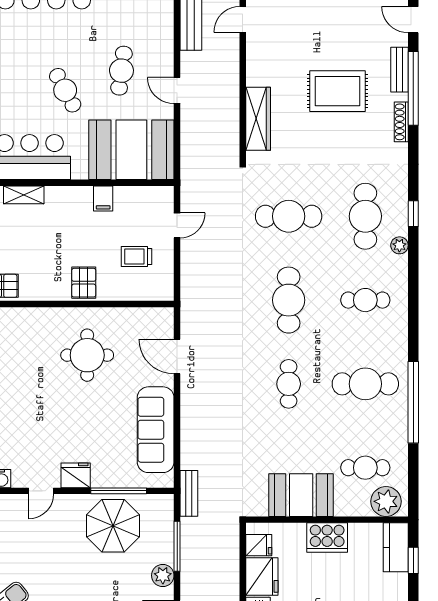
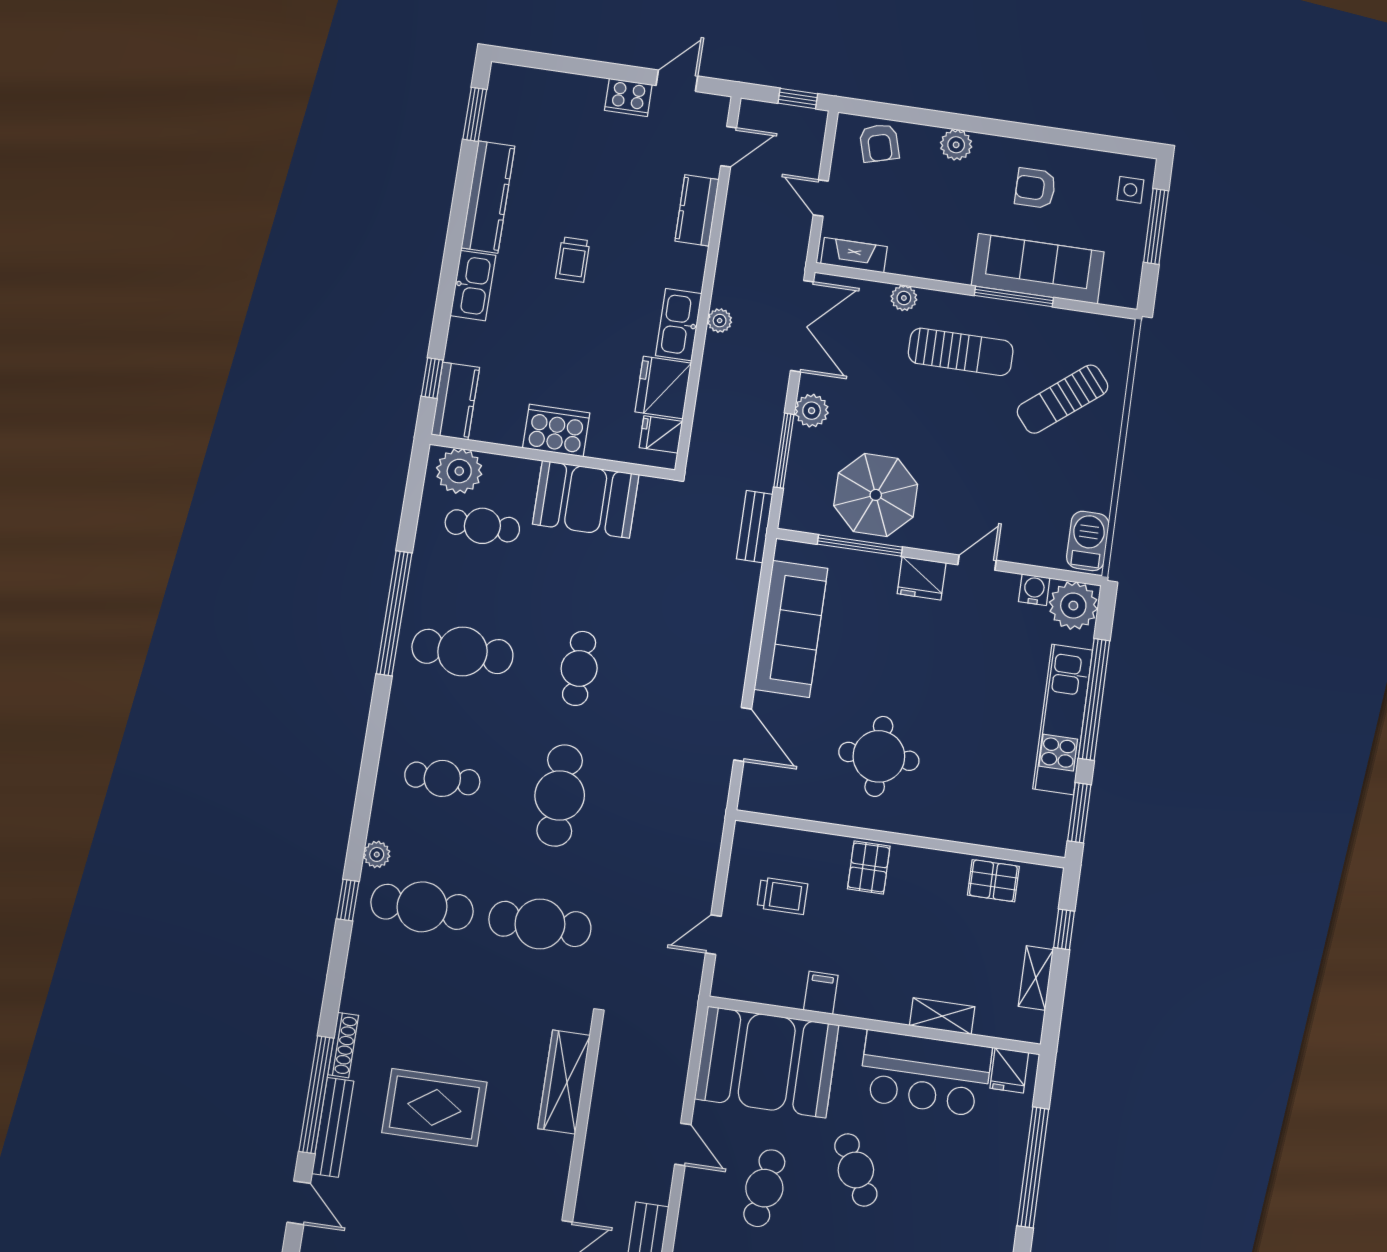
bench: (400, 70) -> (333, 1127), width x1.36
cafe table: (365, 216) -> (422, 907), turned 90

